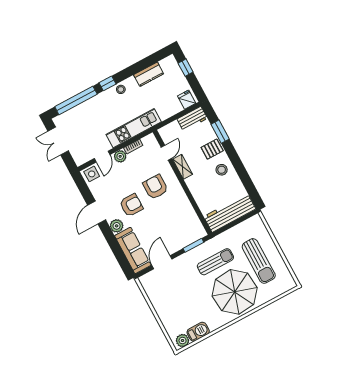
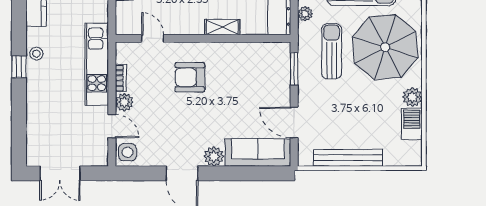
window: (76, 100) -> (19, 121), removed
shelving: (183, 167) -> (222, 27), moved
armchair: (131, 205) -> (197, 122), removed
plant: (229, 234) -> (305, 14), added
bench: (158, 305) -> (348, 158), added
plant: (183, 341) -> (412, 97), moved

